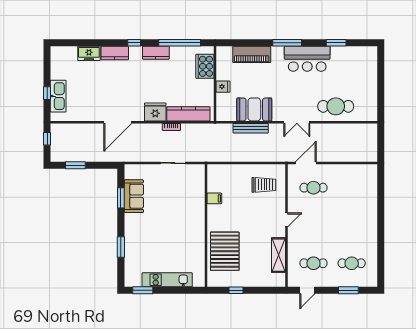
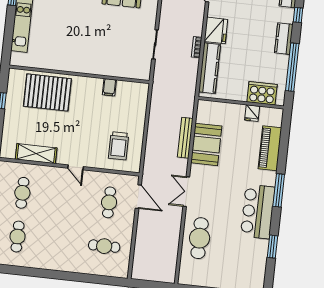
fridge: (223, 87) -> (252, 113), moved
cafe table: (352, 188) -> (104, 246), added

